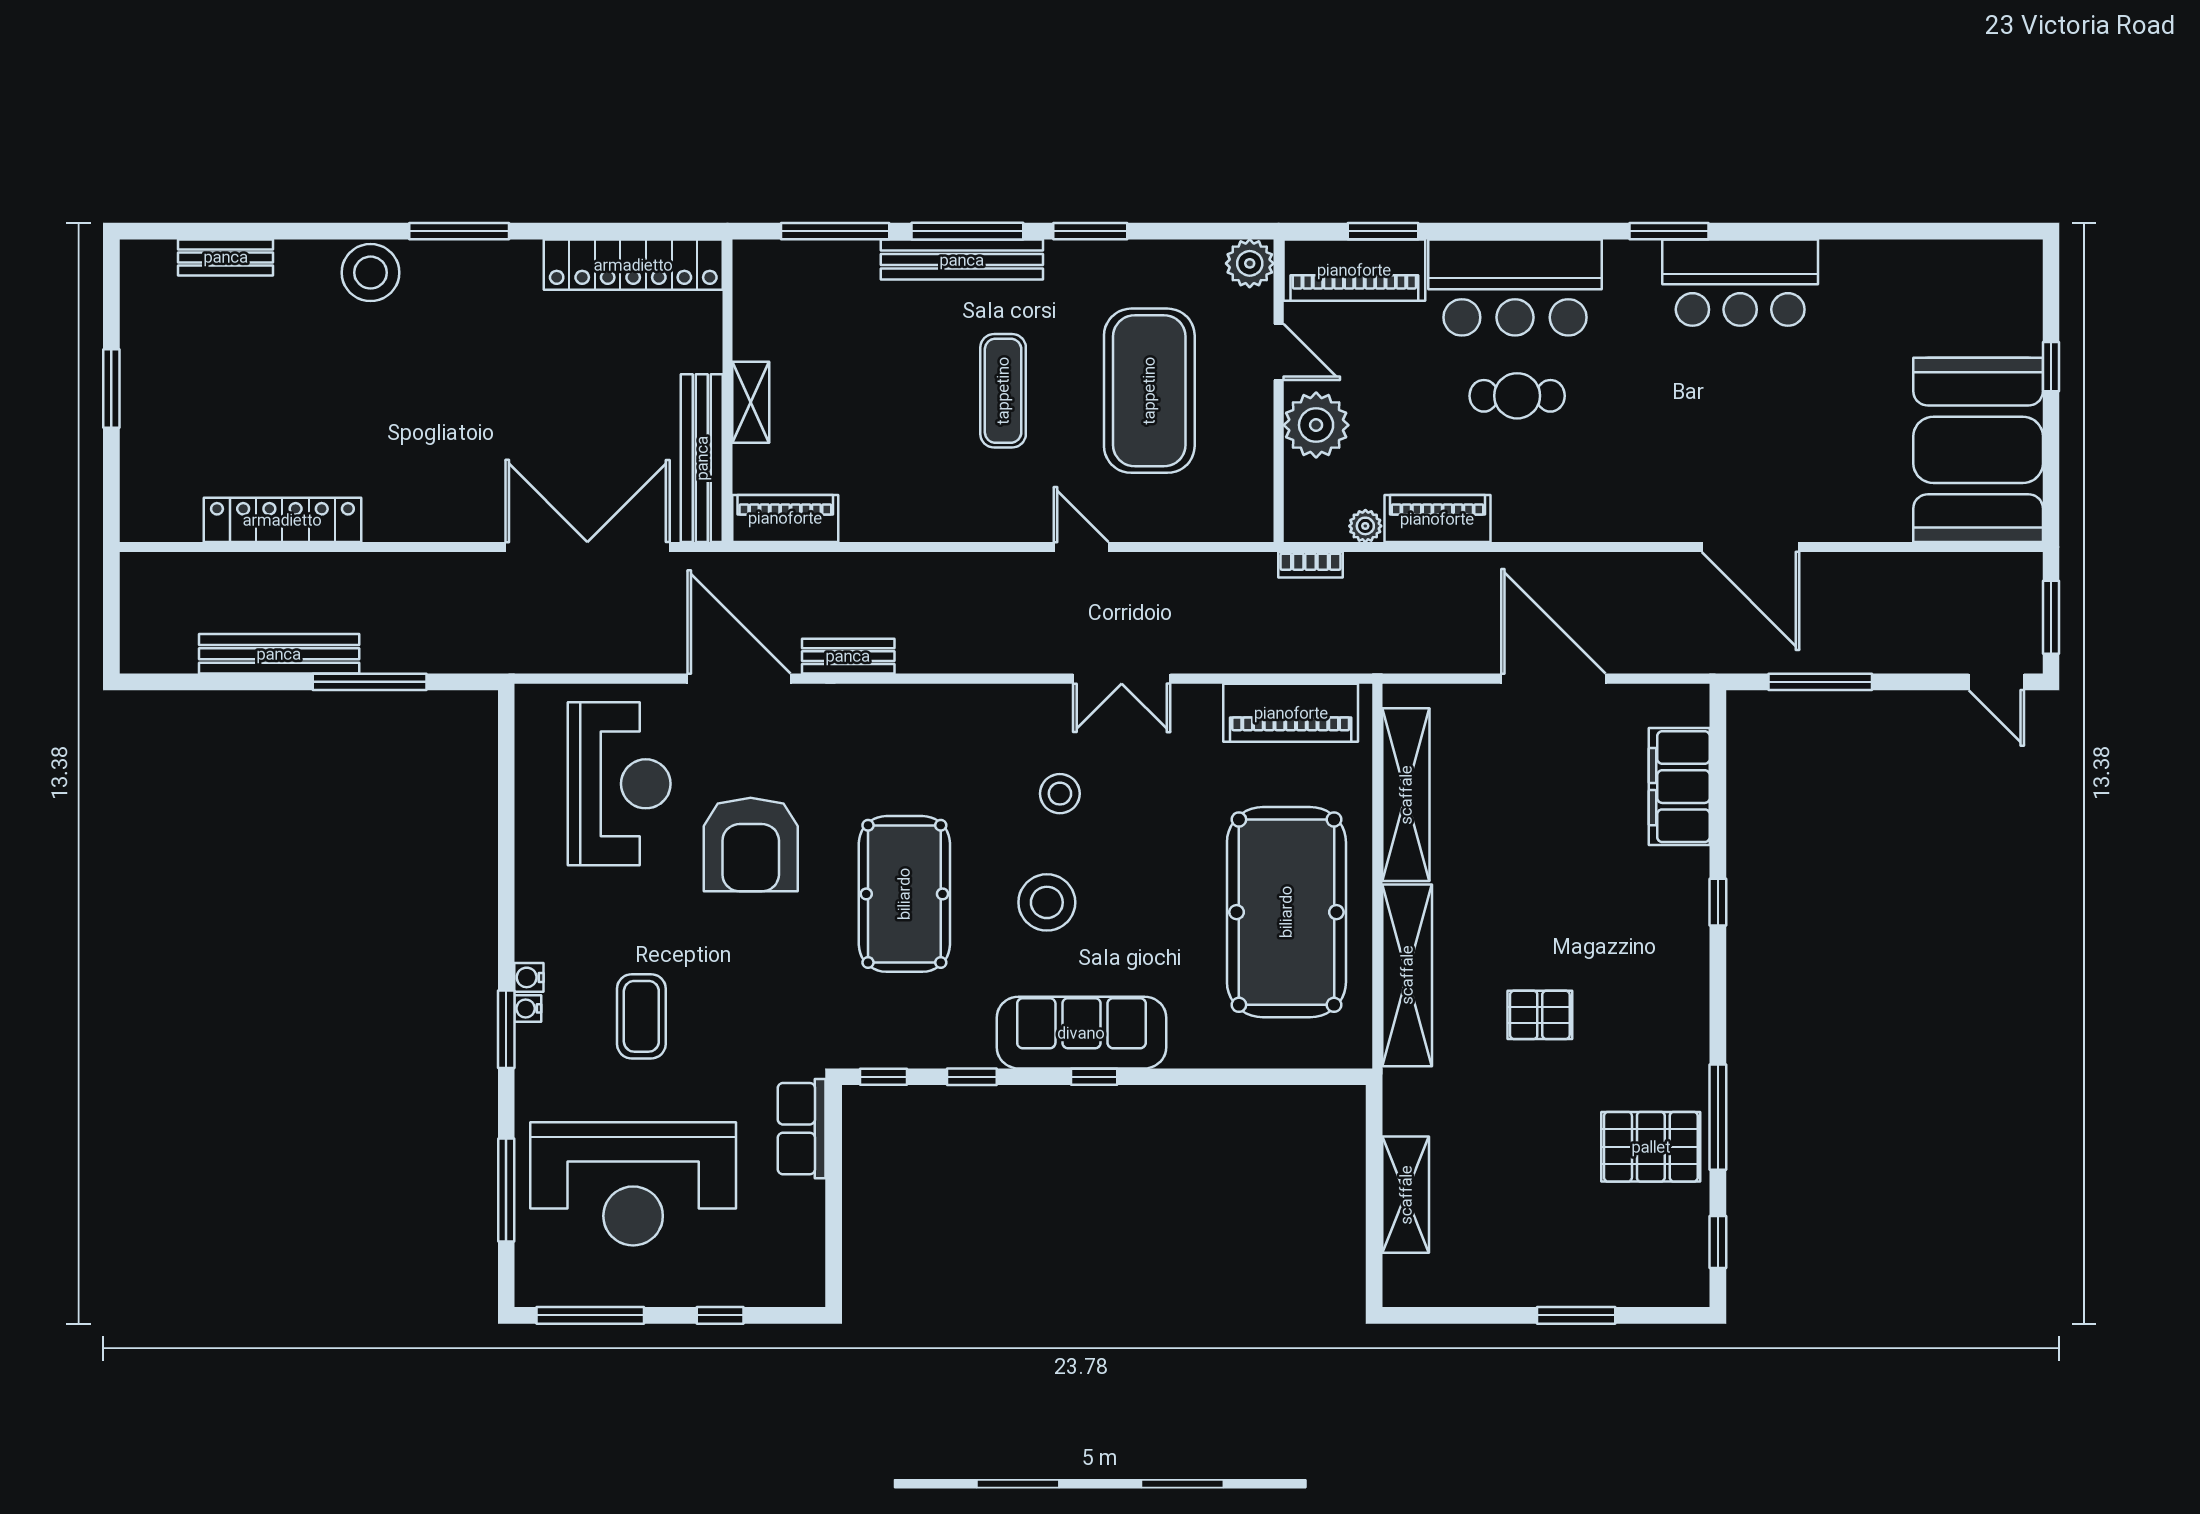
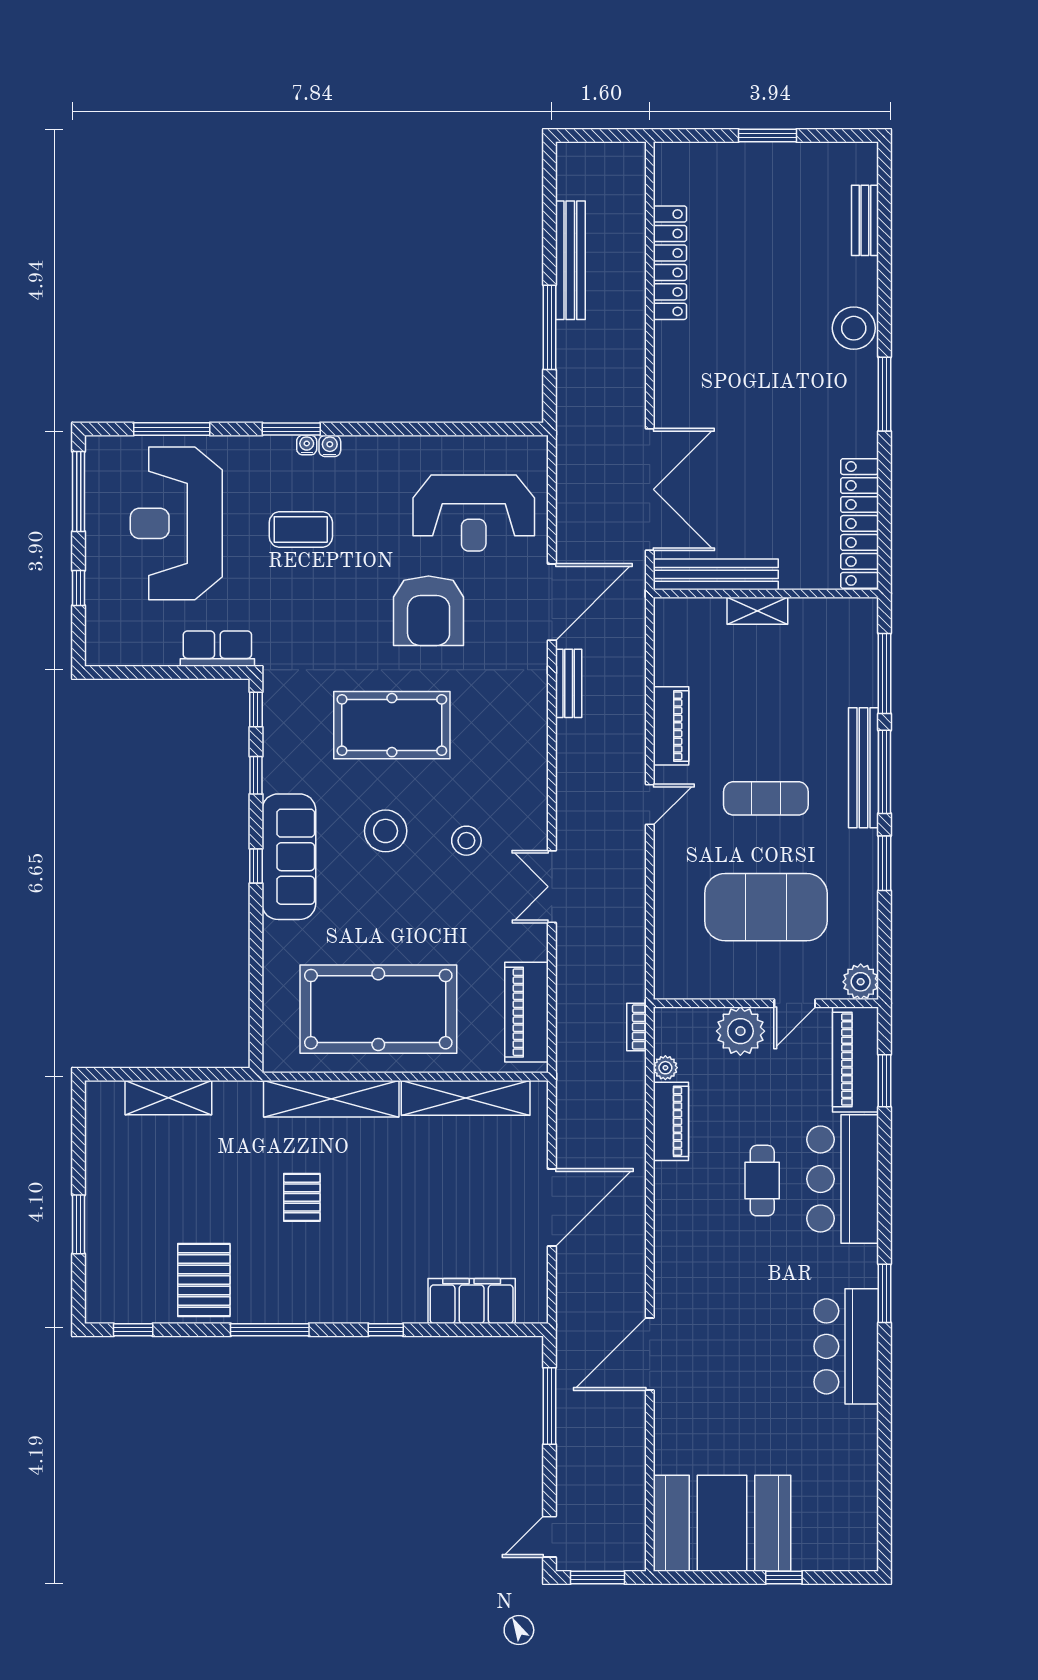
piano: (785, 518) -> (671, 726), moved
door: (1081, 547) -> (650, 804), moved
armchair: (751, 845) -> (429, 611), turned -90
window: (1718, 1117) -> (270, 1330), moved

